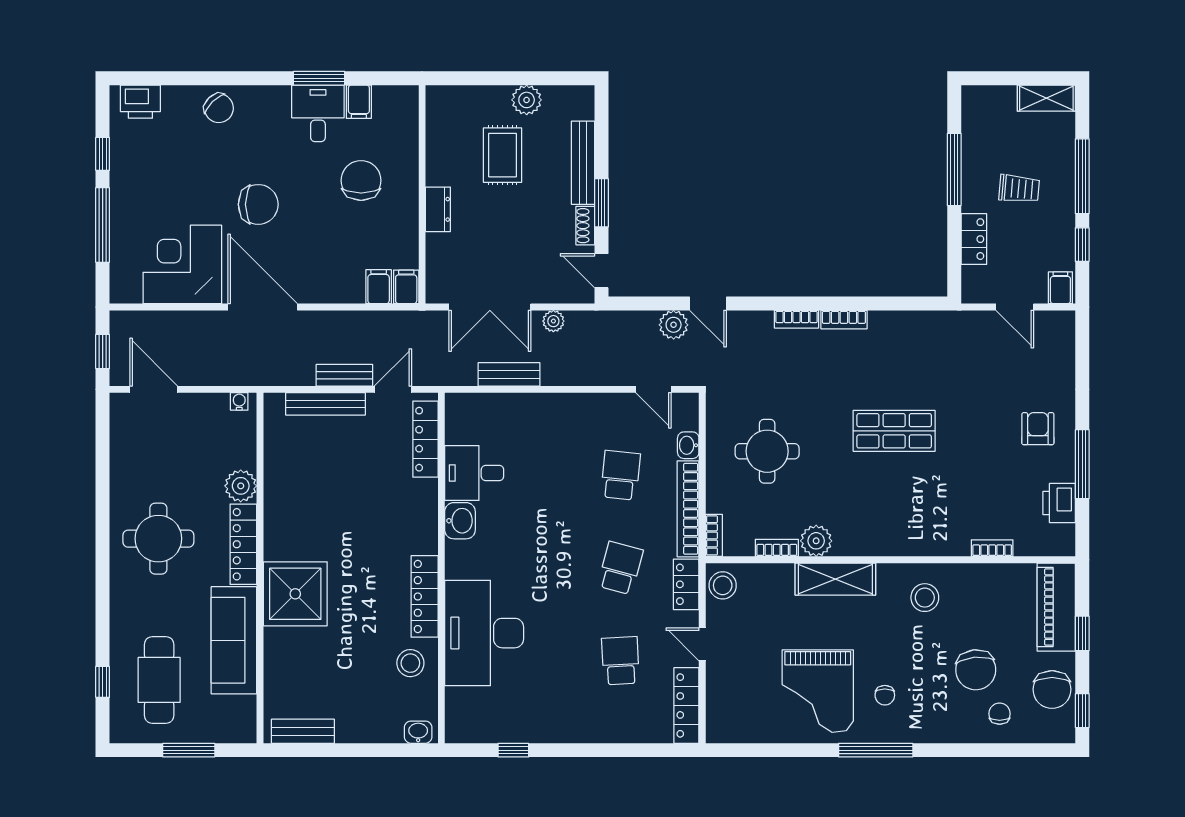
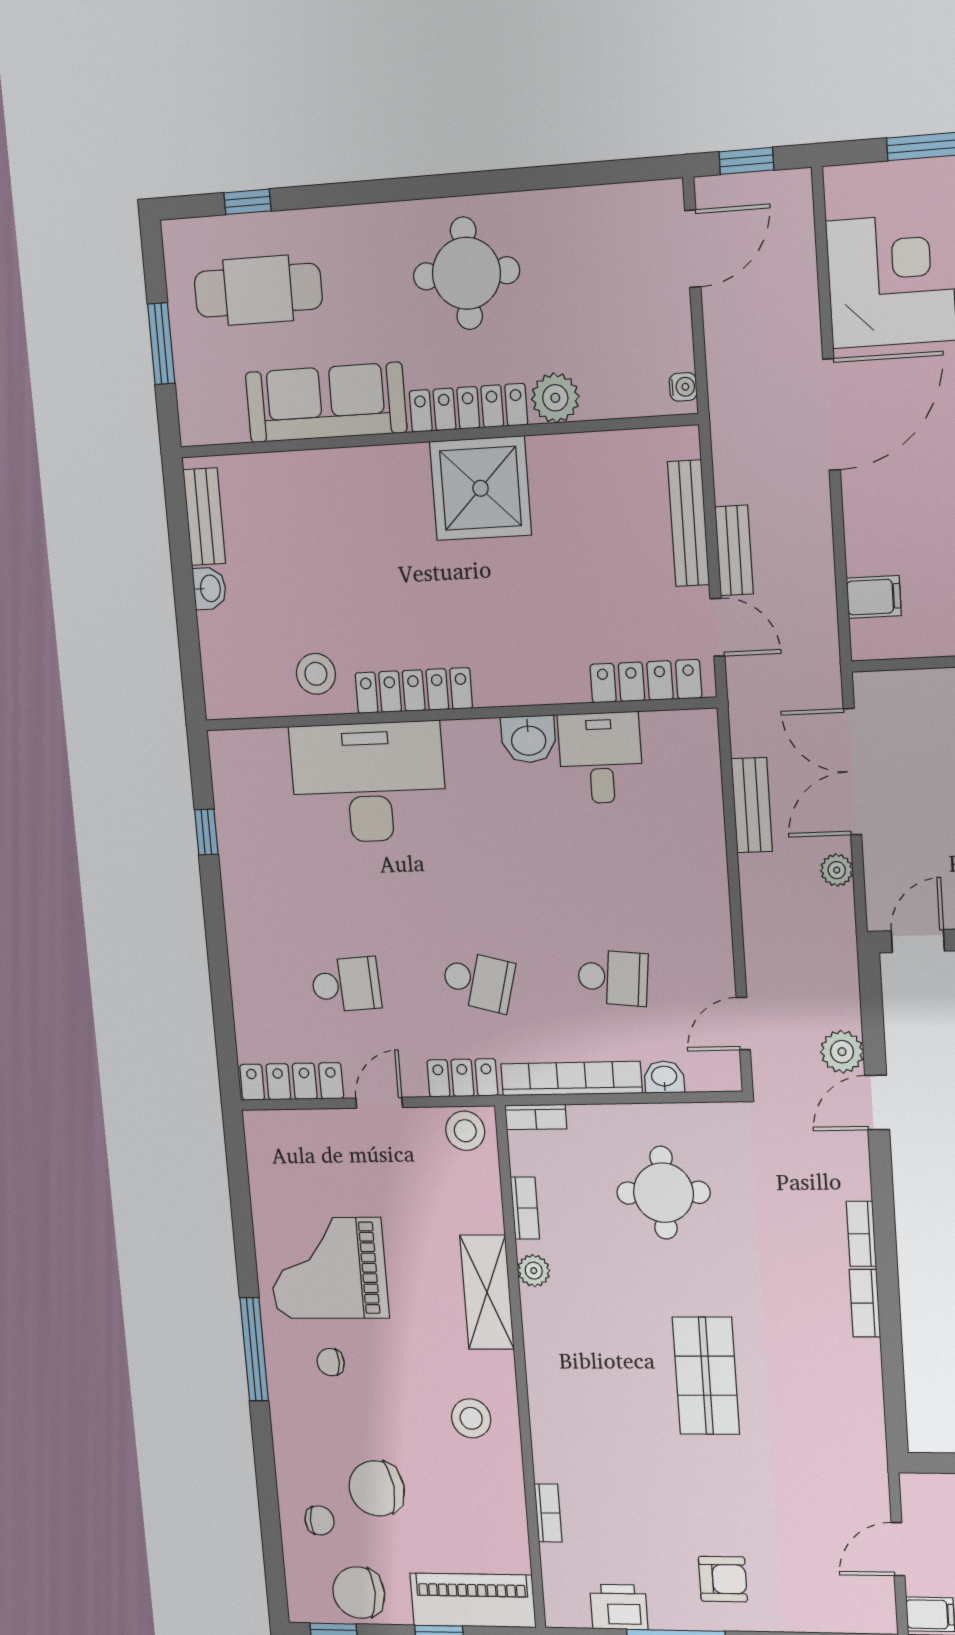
filing cabinet: (406, 287) -> (876, 640), removed
plant: (816, 541) -> (534, 1271), width x0.73, depth x0.73
shower: (295, 594) -> (481, 488), moved
washbasin: (418, 732) -> (209, 588), moved

